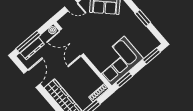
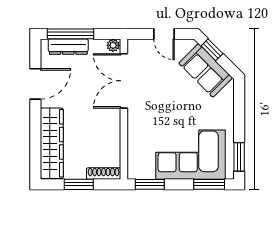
window: (143, 18) -> (239, 157), moved
corner sofa: (118, 61) -> (190, 155), moved

